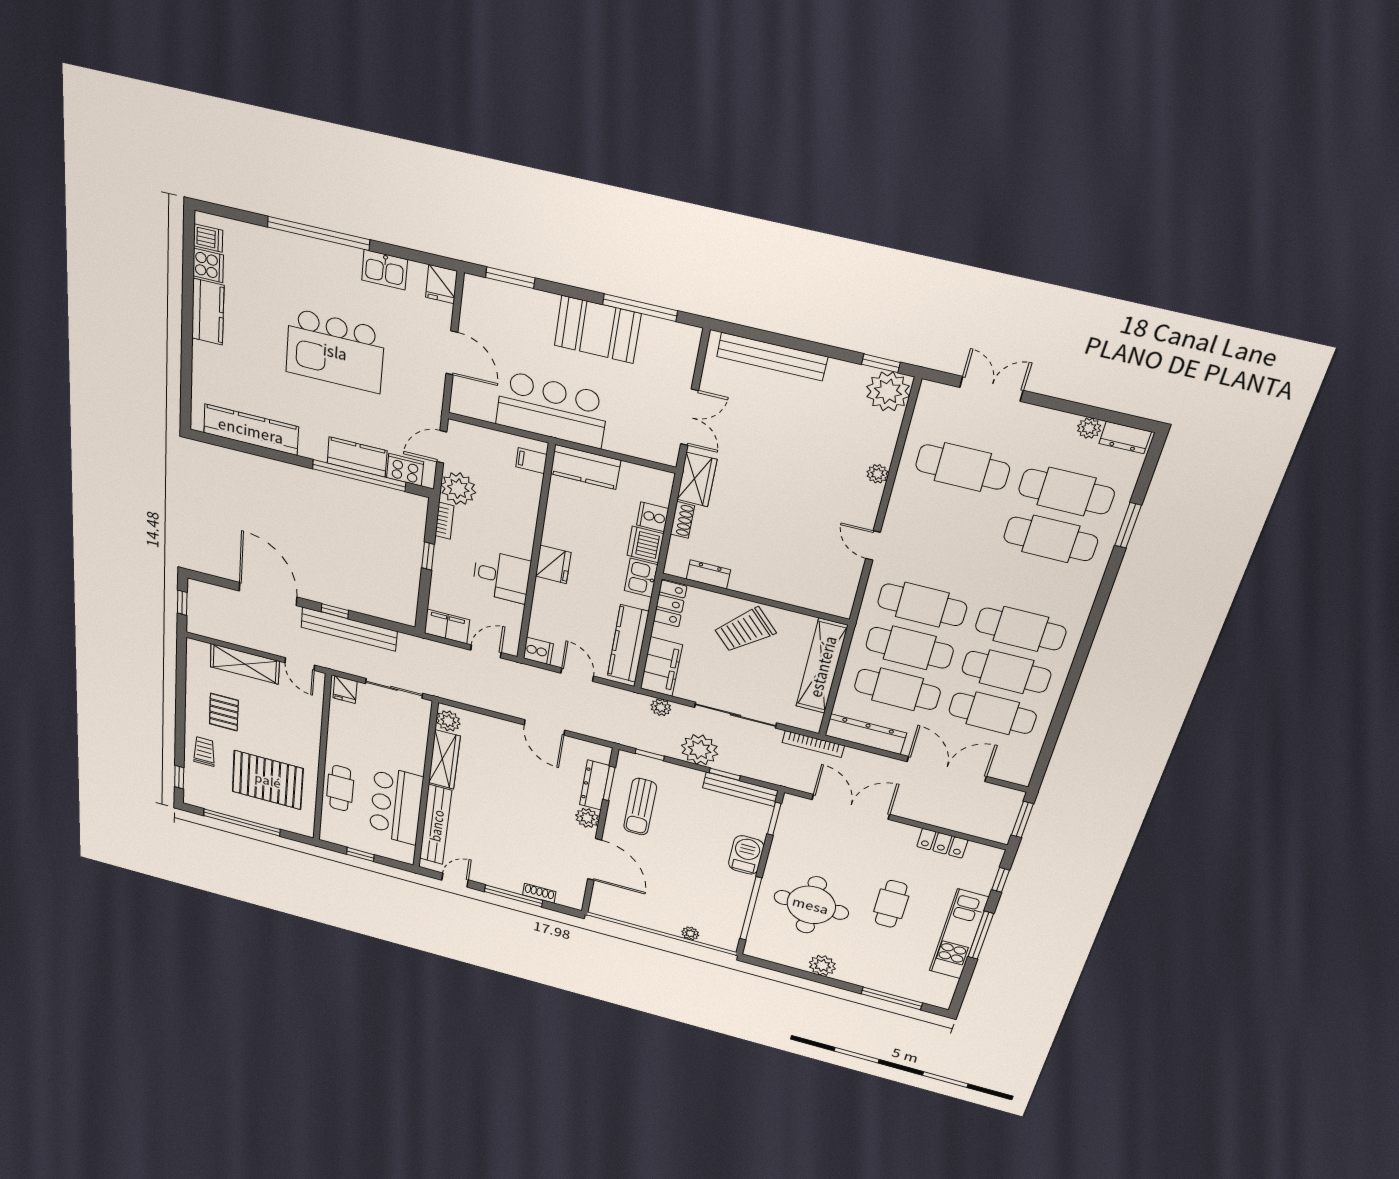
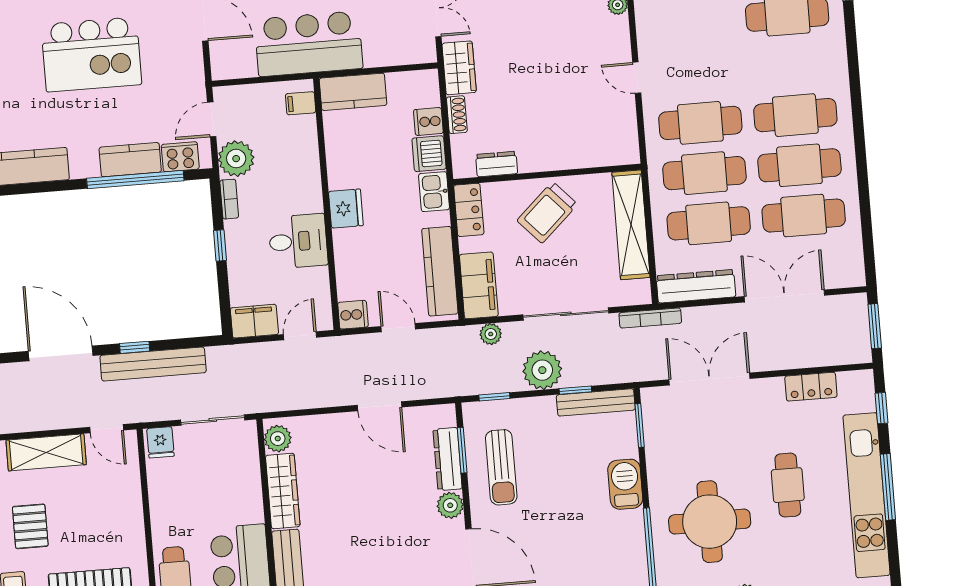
kitchen unit: (959, 934) -> (867, 495), width x1.36

